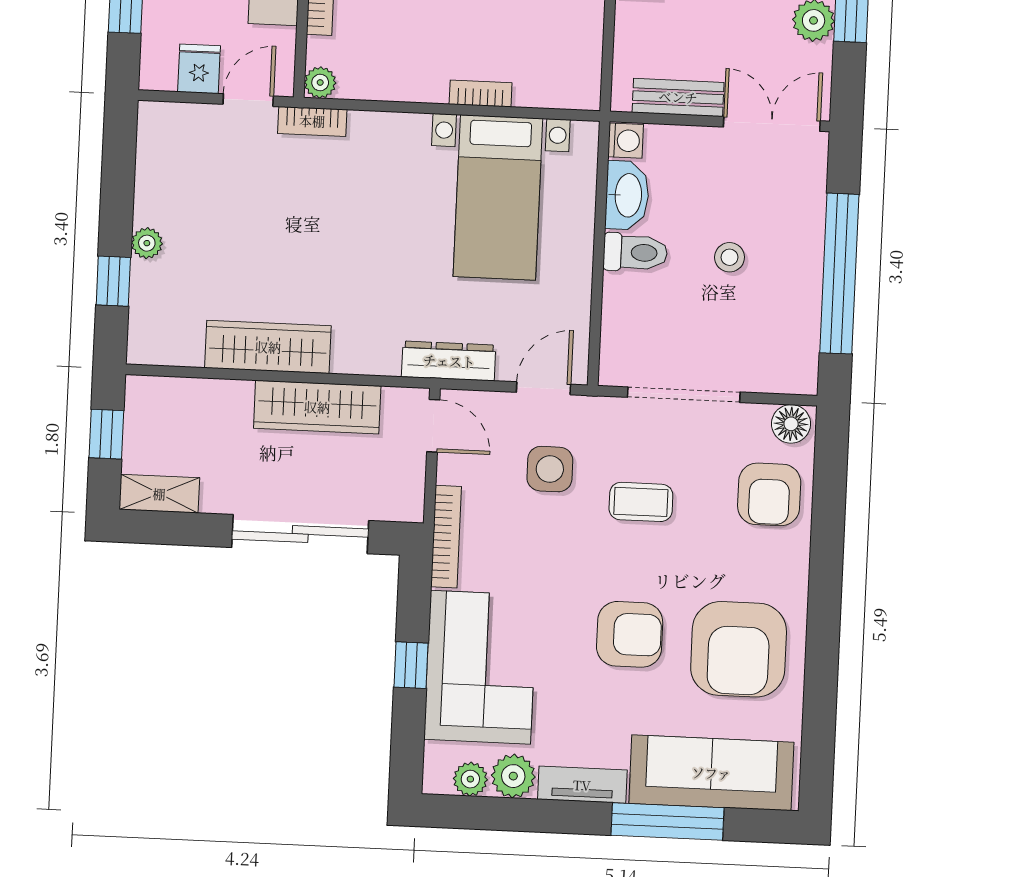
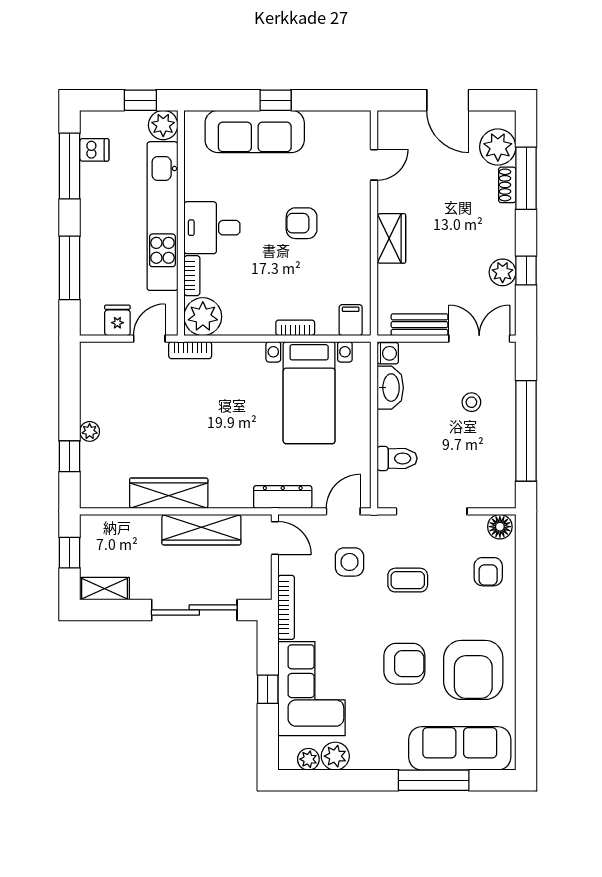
plant: (320, 82) -> (203, 317), width x1.88, depth x1.88
filing cabinet: (569, 85) -> (351, 320), added
toilet: (635, 252) -> (397, 458), moved
stool: (730, 257) -> (471, 402), moved
armchair: (769, 494) -> (488, 572), width x0.72, depth x0.72
tv unit: (582, 785) -> (379, 760), removed

